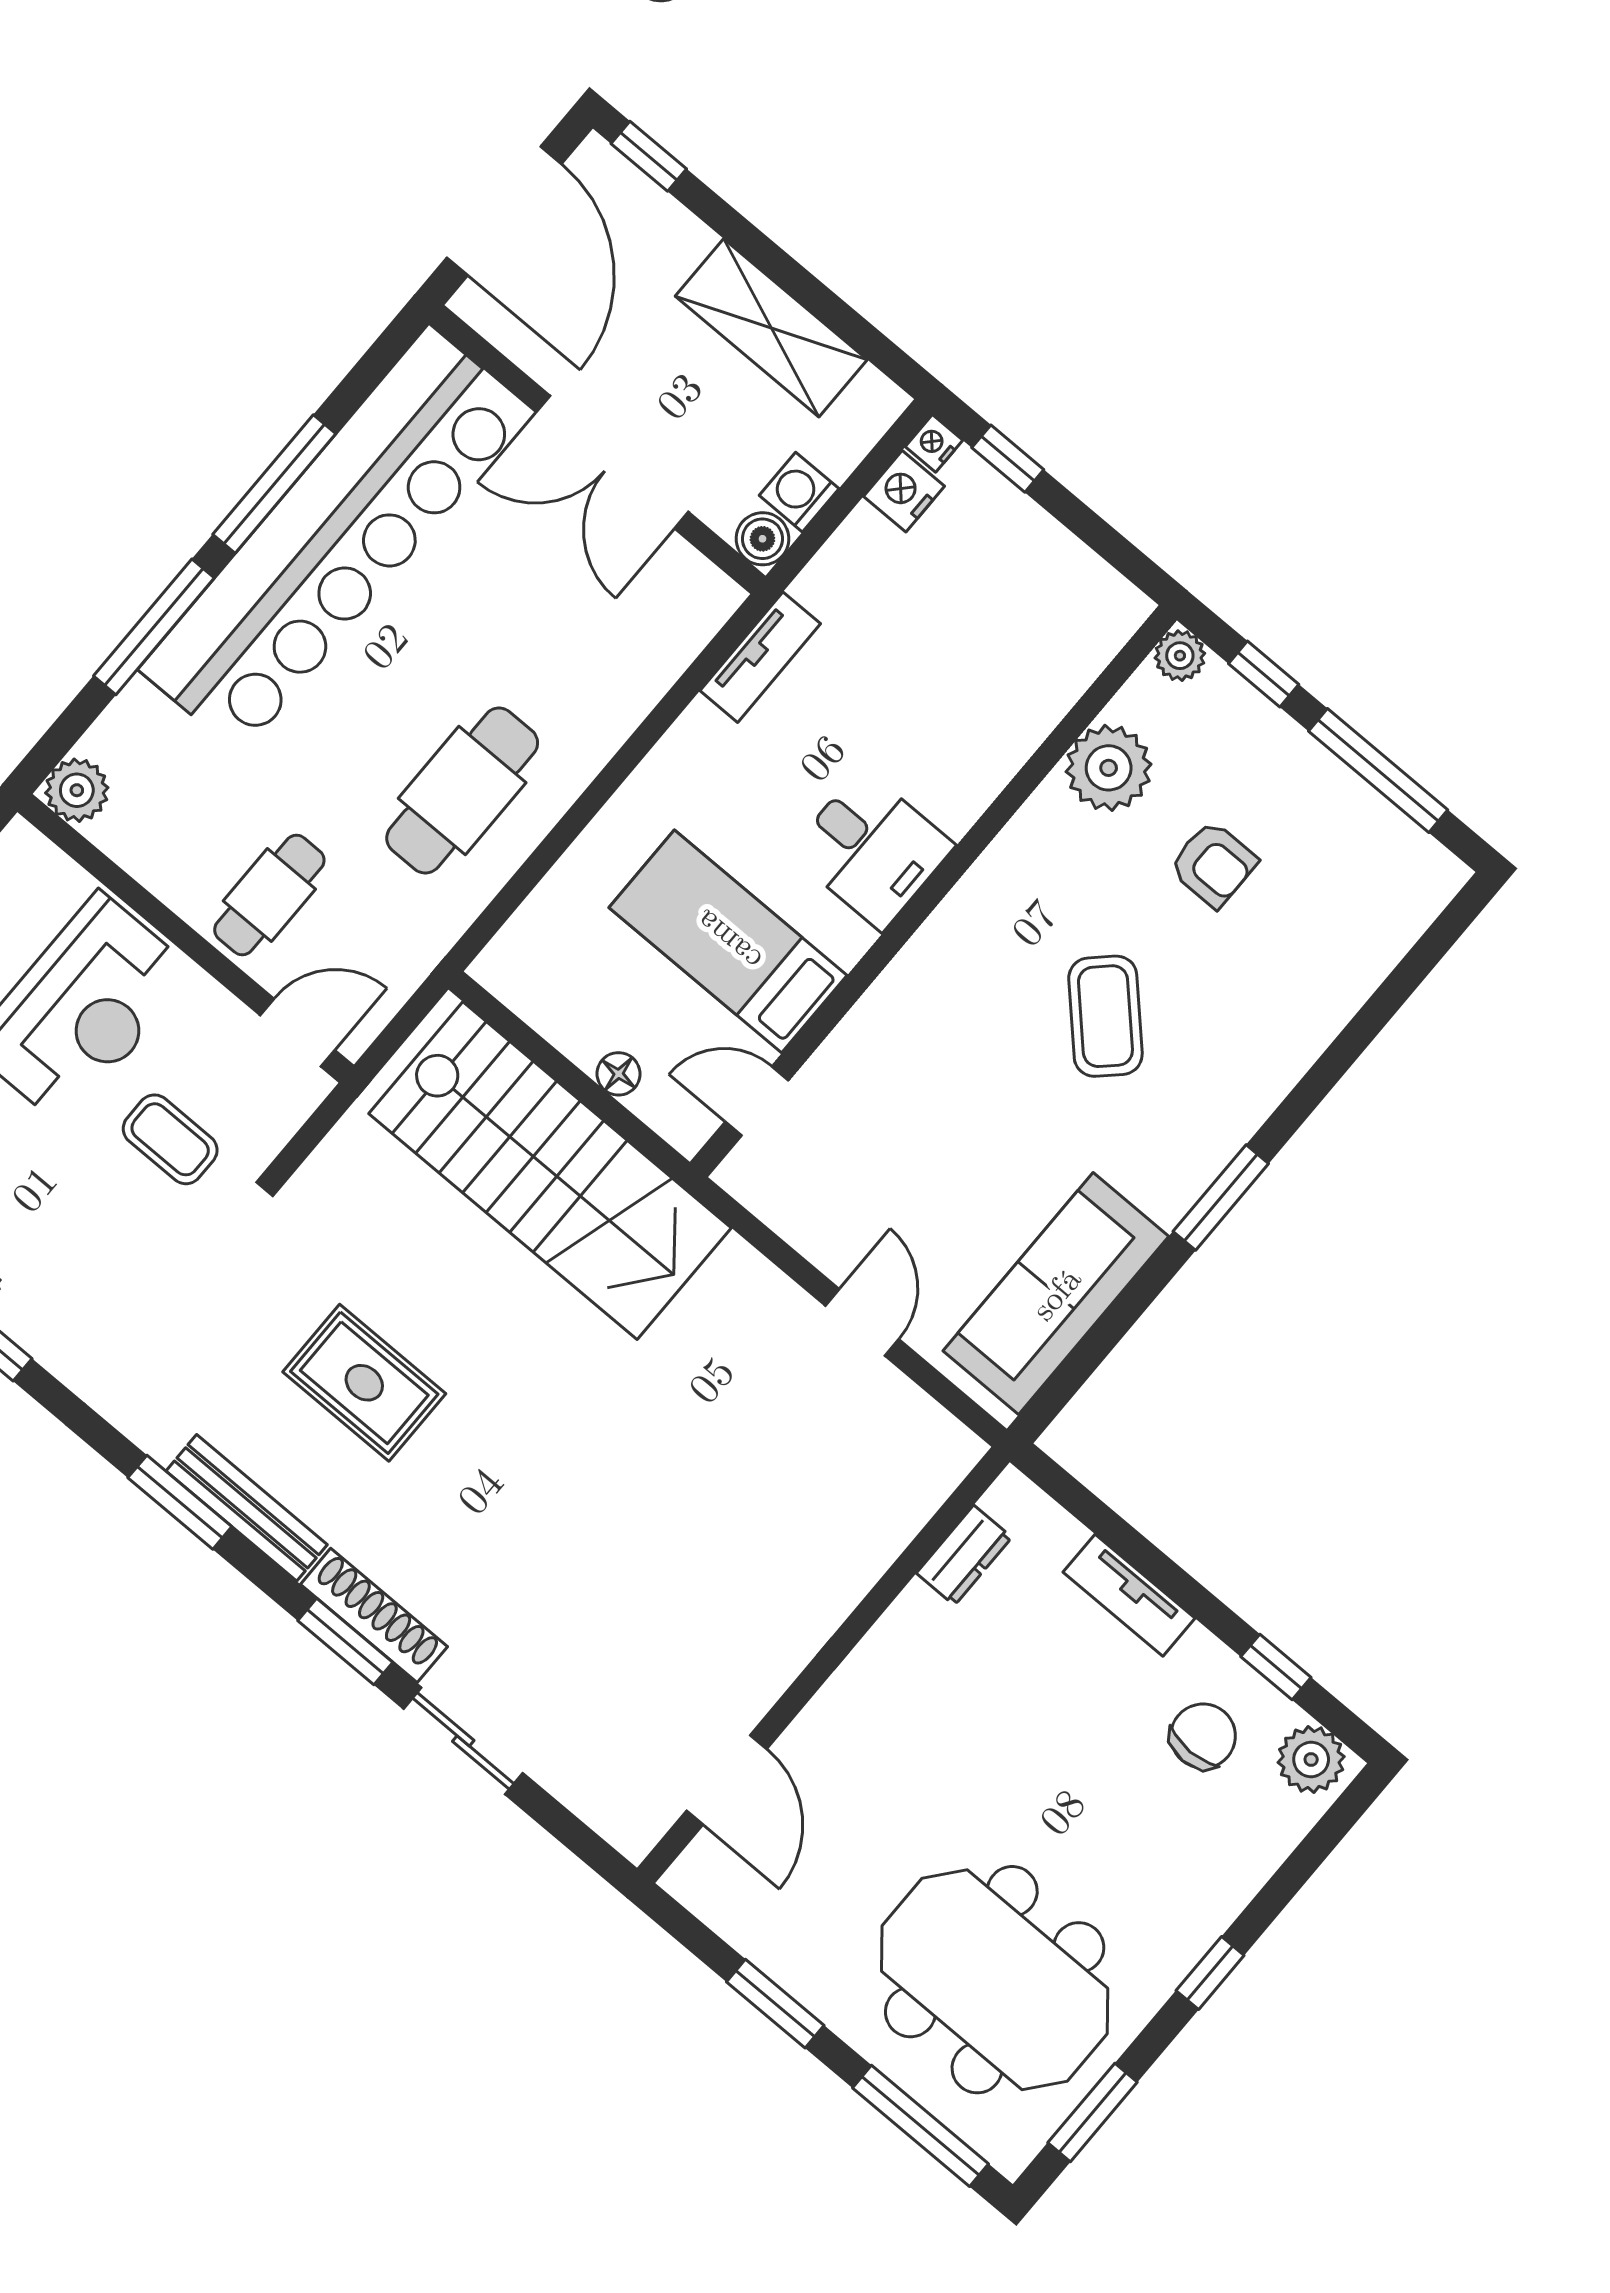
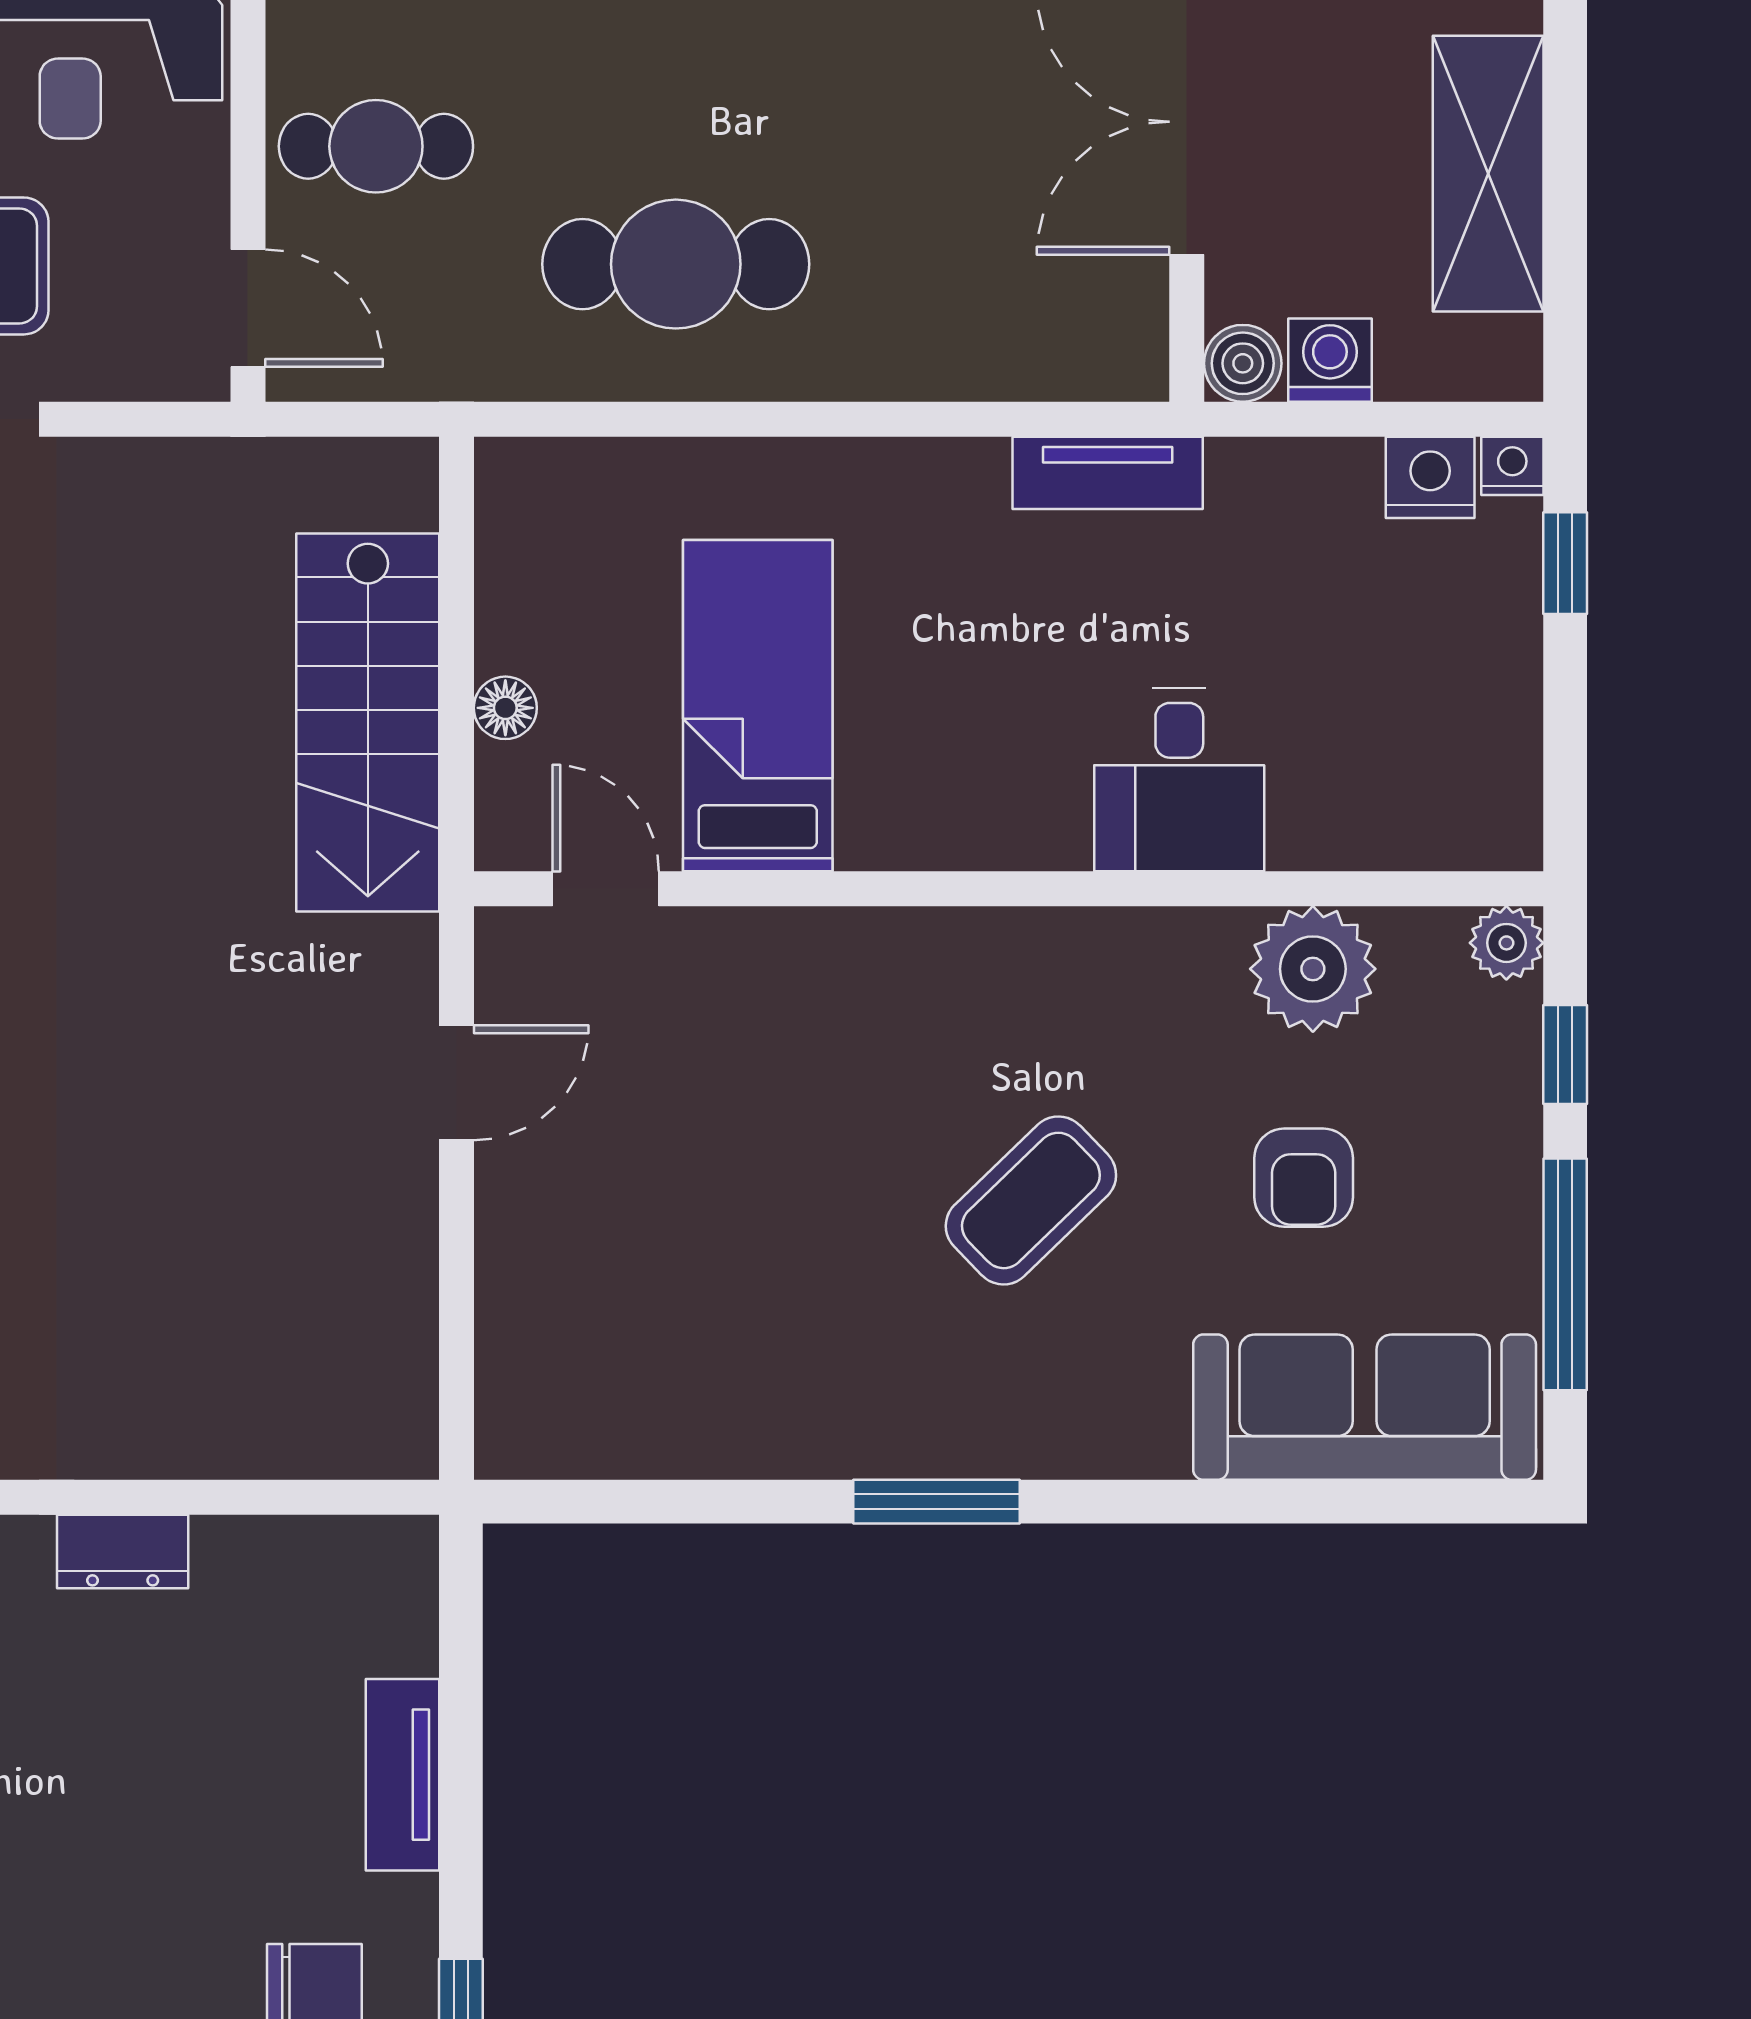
desk: (872, 849) -> (1179, 780), moved
stairs: (550, 1171) -> (368, 722), width x0.73, depth x0.66
sofa: (1056, 1294) -> (1365, 1407), moved
door: (862, 1322) -> (457, 1083), moved
dresser: (964, 1555) -> (123, 1552), moved

